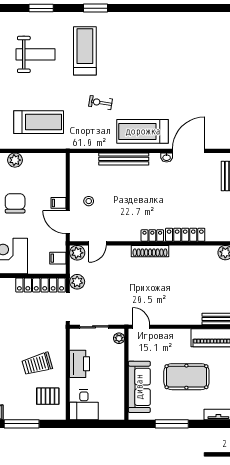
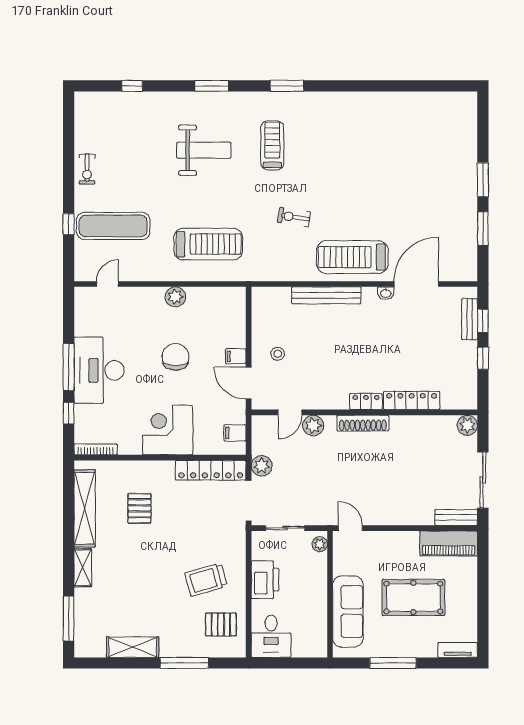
treadmill: (85, 51) -> (272, 145), width x0.73, depth x0.73
plant: (77, 253) -> (313, 425), moved

